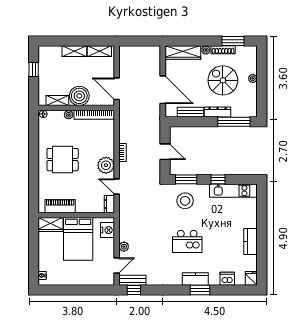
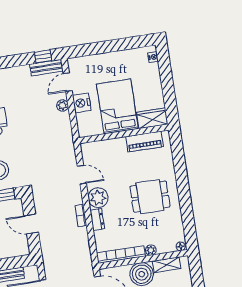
dresser: (109, 204) -> (97, 219), moved
nightstand: (107, 230) -> (82, 103), moved

